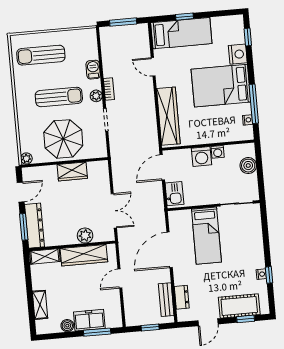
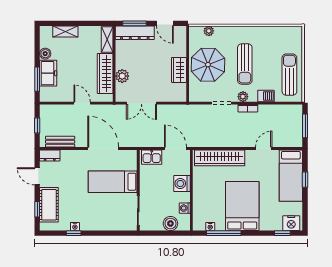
nightstand: (238, 54) -> (291, 223), moved
sun lounger: (41, 55) -> (289, 75), moved
washing machine: (218, 152) -> (185, 208), moved
plant: (26, 159) -> (209, 31), moved
dresser: (182, 297) -> (50, 155), moved

